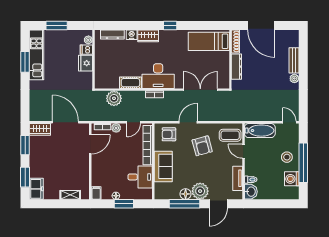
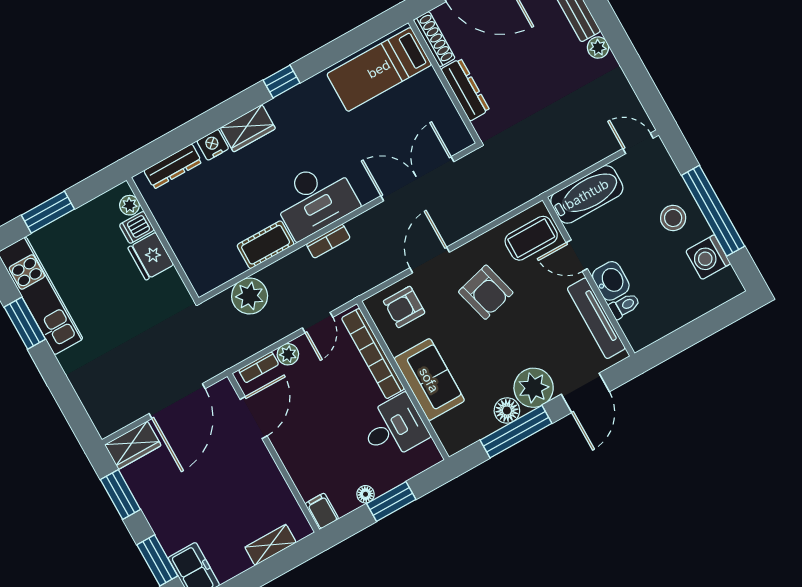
door: (65, 122) -> (177, 401), swing flipped
tv unit: (238, 178) -> (596, 318), width x1.41
washbasin: (251, 192) -> (611, 281), moved

